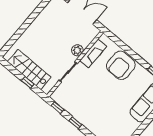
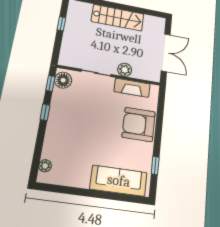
stairs: (29, 69) -> (118, 18), moved, turned 90
window: (28, 82) -> (61, 24), moved
floor lamp: (60, 98) -> (63, 80), added

